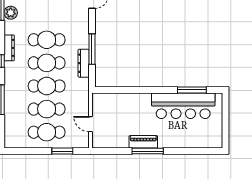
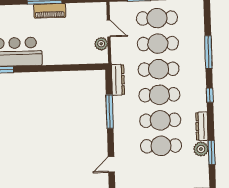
cafe table: (47, 17) -> (161, 146), added
dresser: (9, 48) -> (202, 126), moved
dresser: (84, 63) -> (118, 80), moved
plant: (98, 111) -> (101, 44), added

